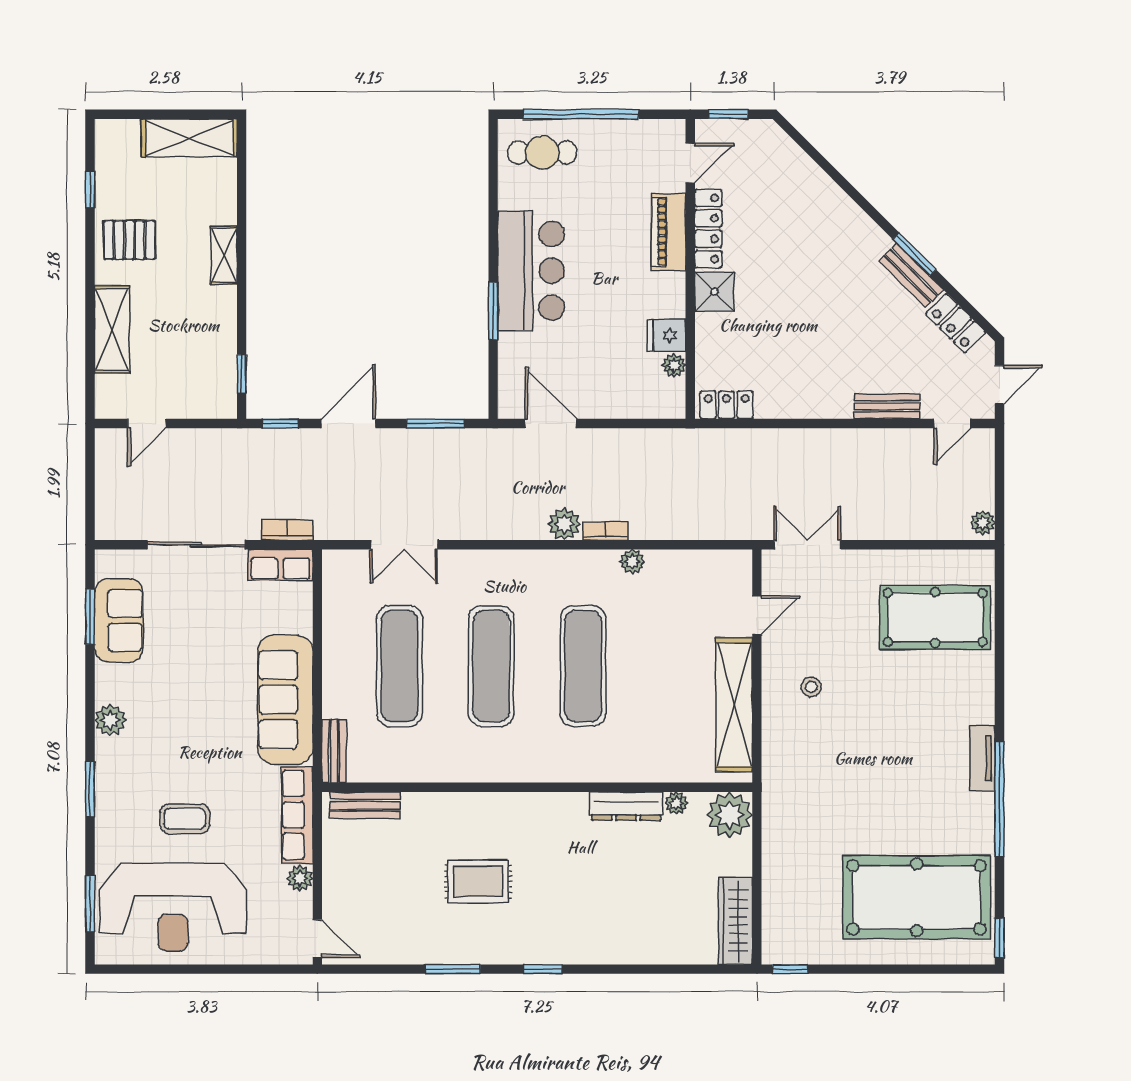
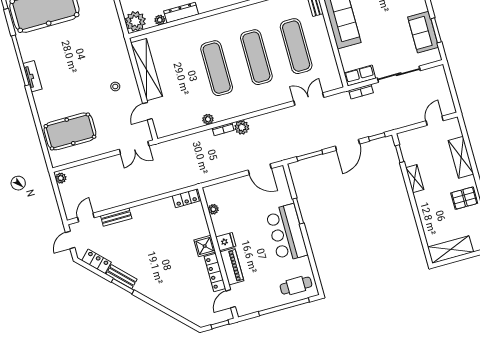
shelving: (224, 255) -> (415, 179), moved
fridge: (667, 335) -> (226, 242), moved

